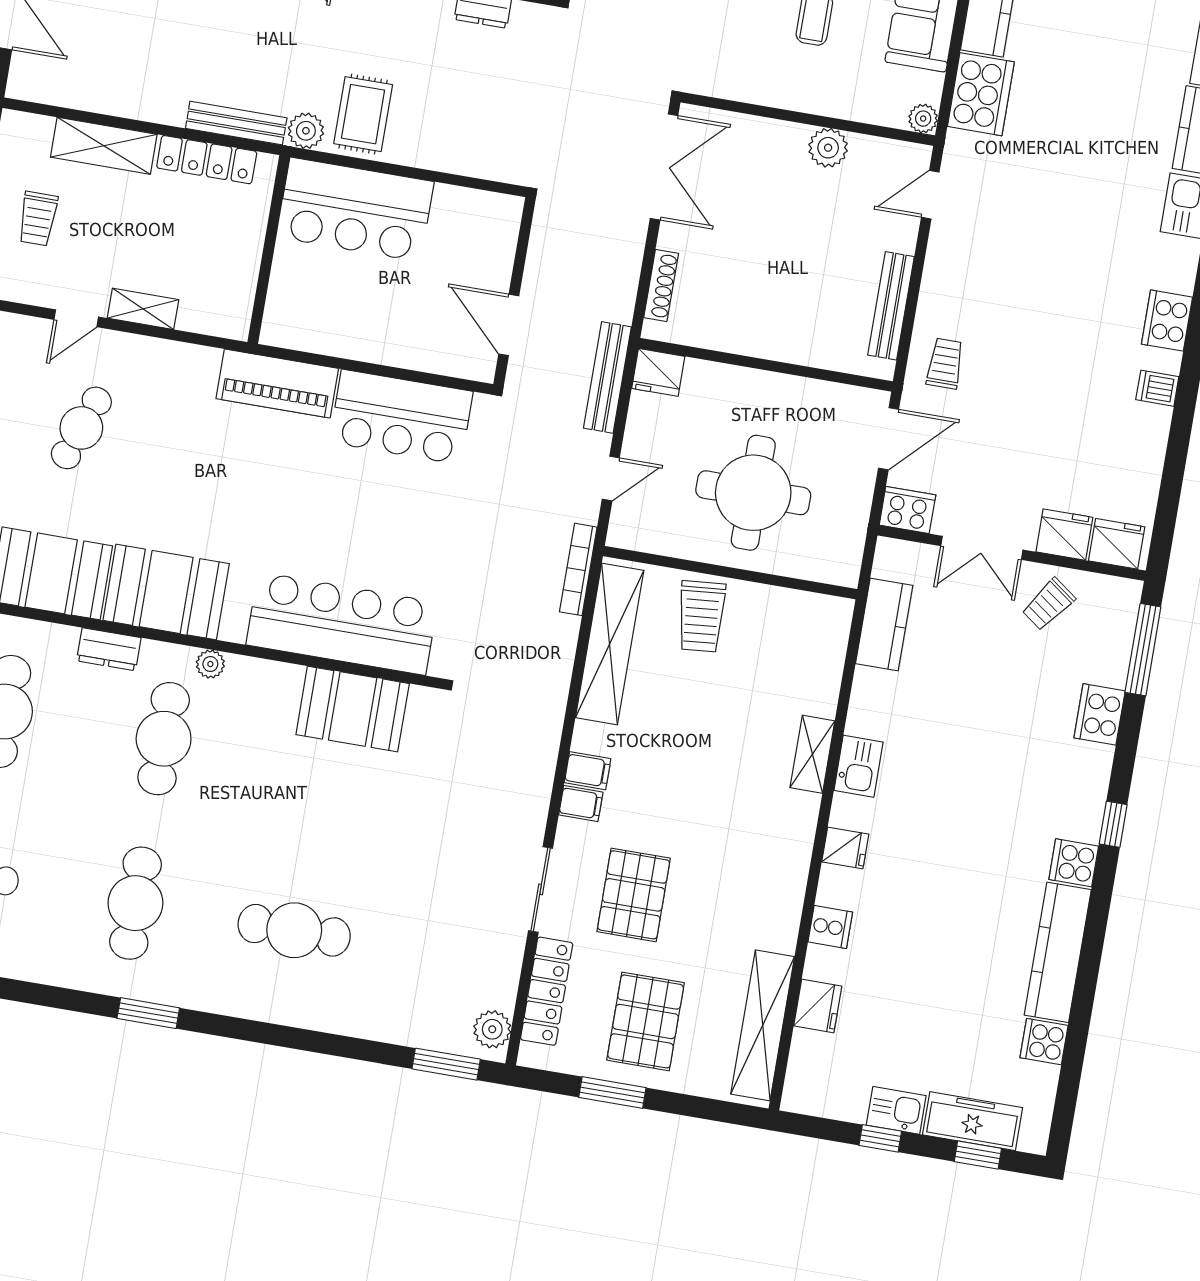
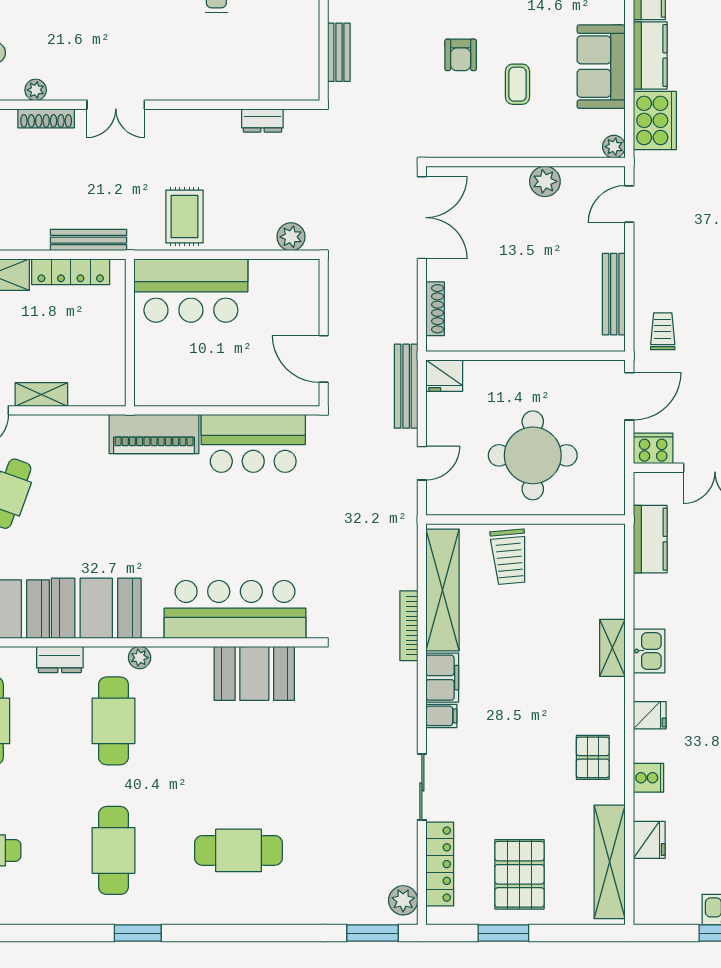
plant: (306, 131) -> (291, 237), moved
bookcase: (578, 569) -> (409, 626), moved
filing cabinet: (588, 771) -> (442, 678), width x2.00
pallet: (634, 895) -> (593, 757), moved, width x0.67, depth x0.71

